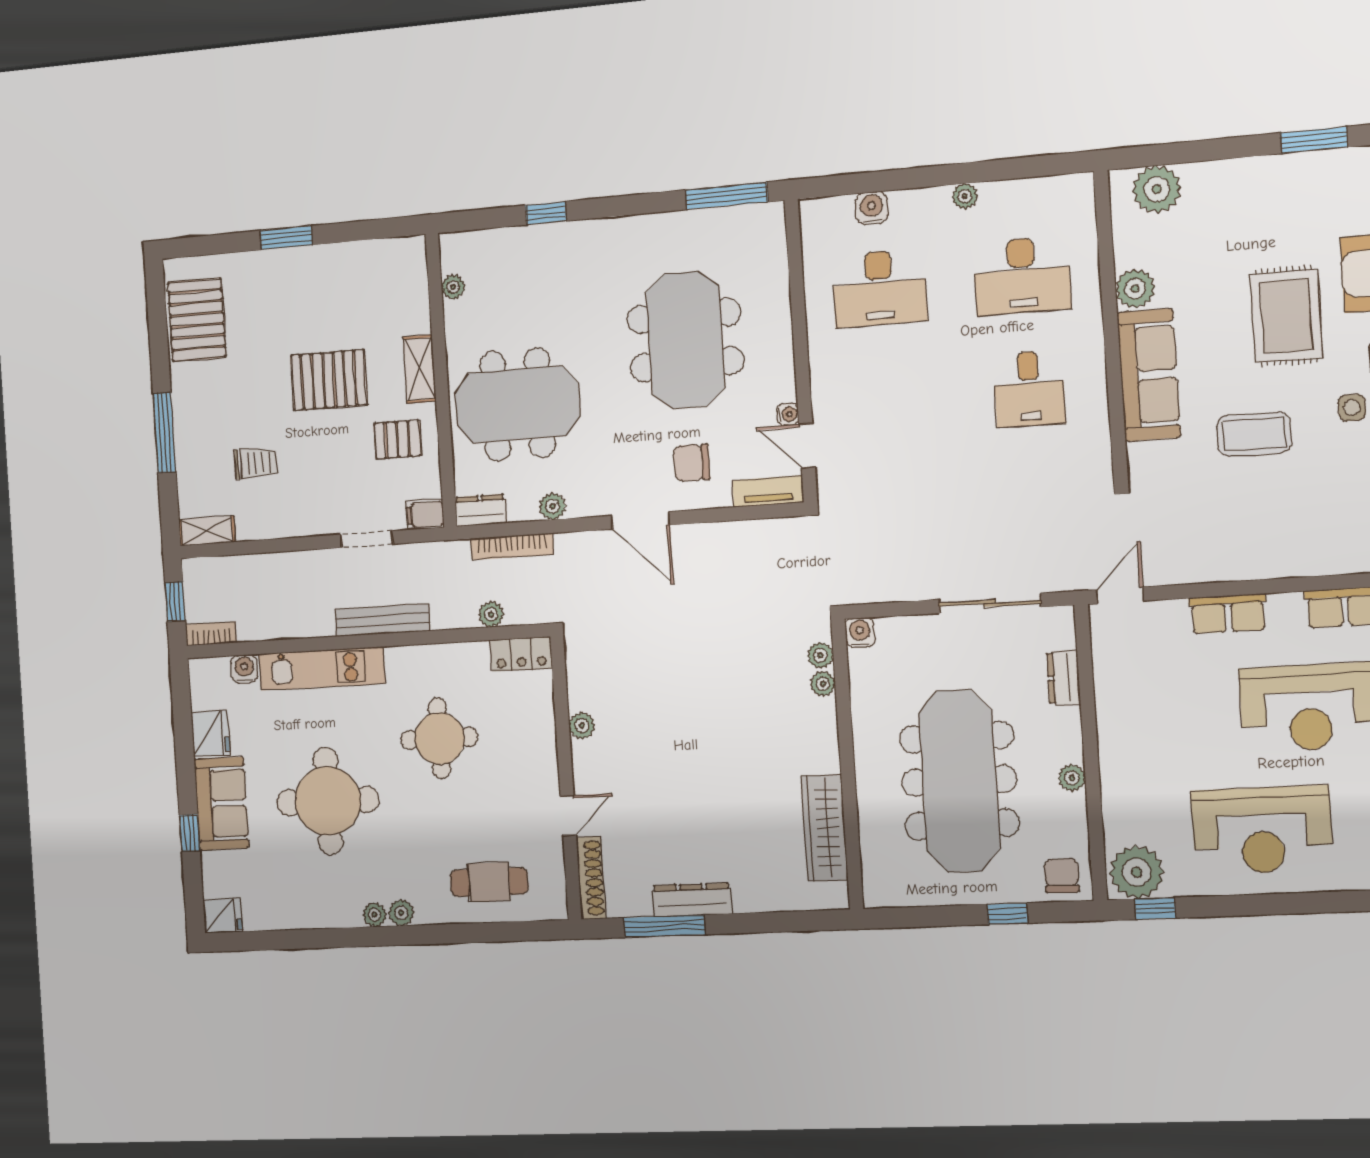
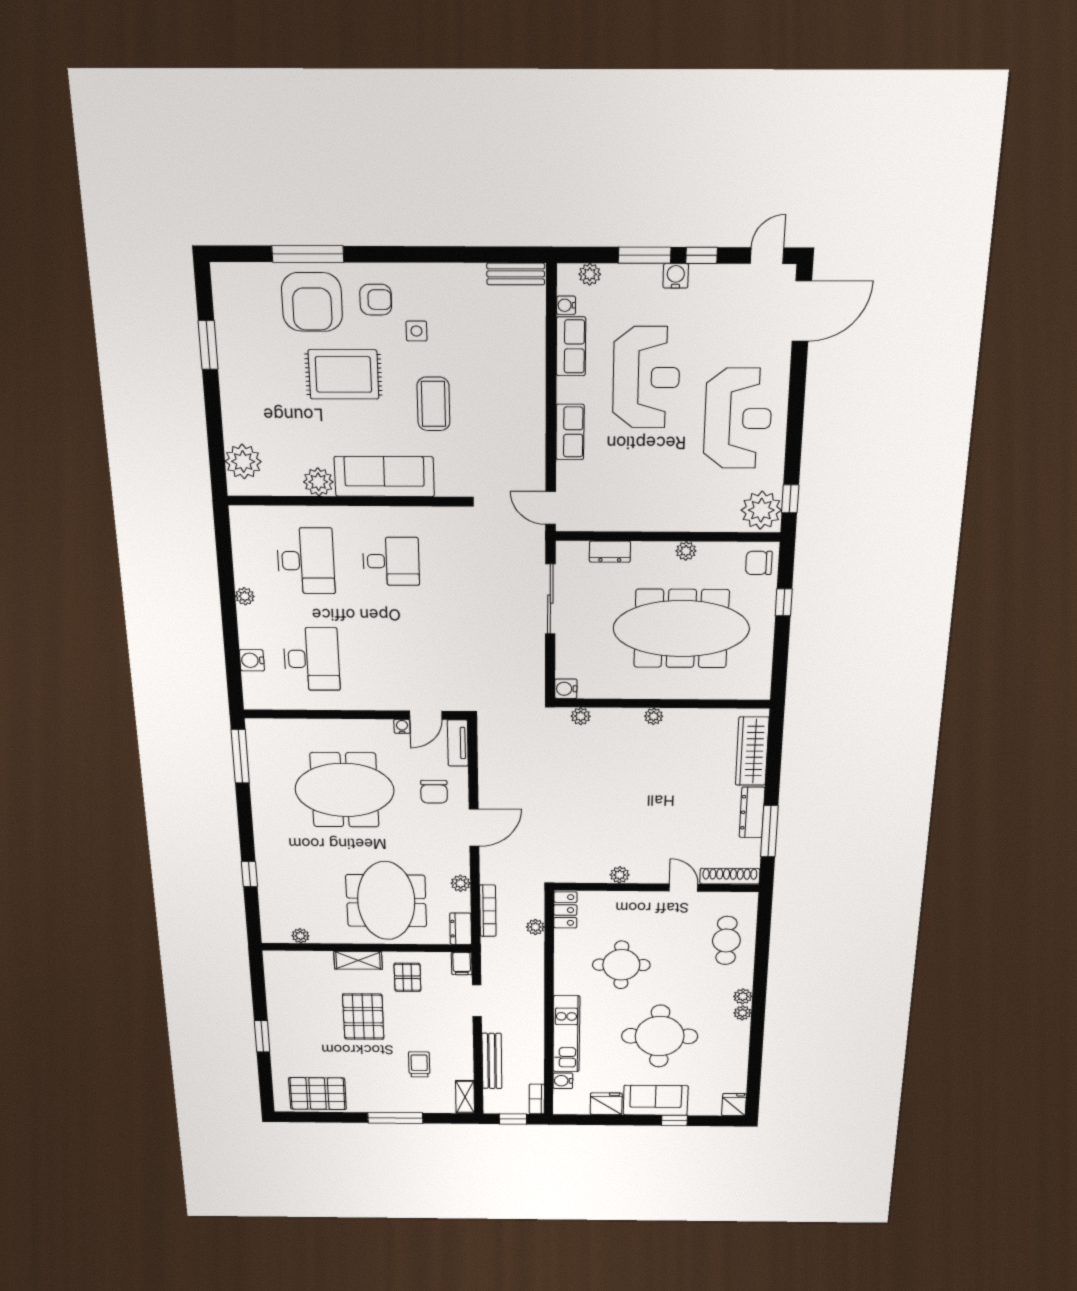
bench: (383, 620) -> (492, 1061), moved
plant: (823, 684) -> (654, 716), moved
wardrobe: (825, 828) -> (752, 751), moved, turned 90

